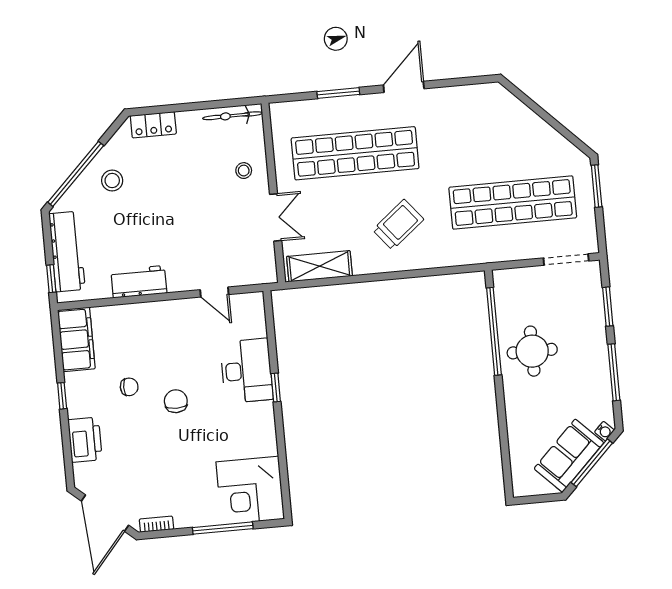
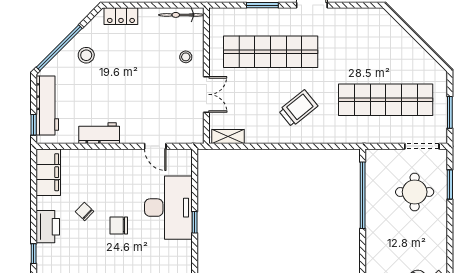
window: (597, 186) -> (450, 112), moved
shelving: (319, 266) -> (228, 137), width x0.67, depth x0.75
round table: (532, 351) -> (415, 192), moved
desk: (247, 371) -> (168, 208), width x1.36, depth x1.30
window: (614, 372) -> (450, 234), removed
chair: (129, 387) -> (85, 212), turned -136
window: (62, 396) -> (34, 254), moved
chair: (176, 401) -> (119, 226), turned -90
printer: (85, 440) -> (48, 227), moved

